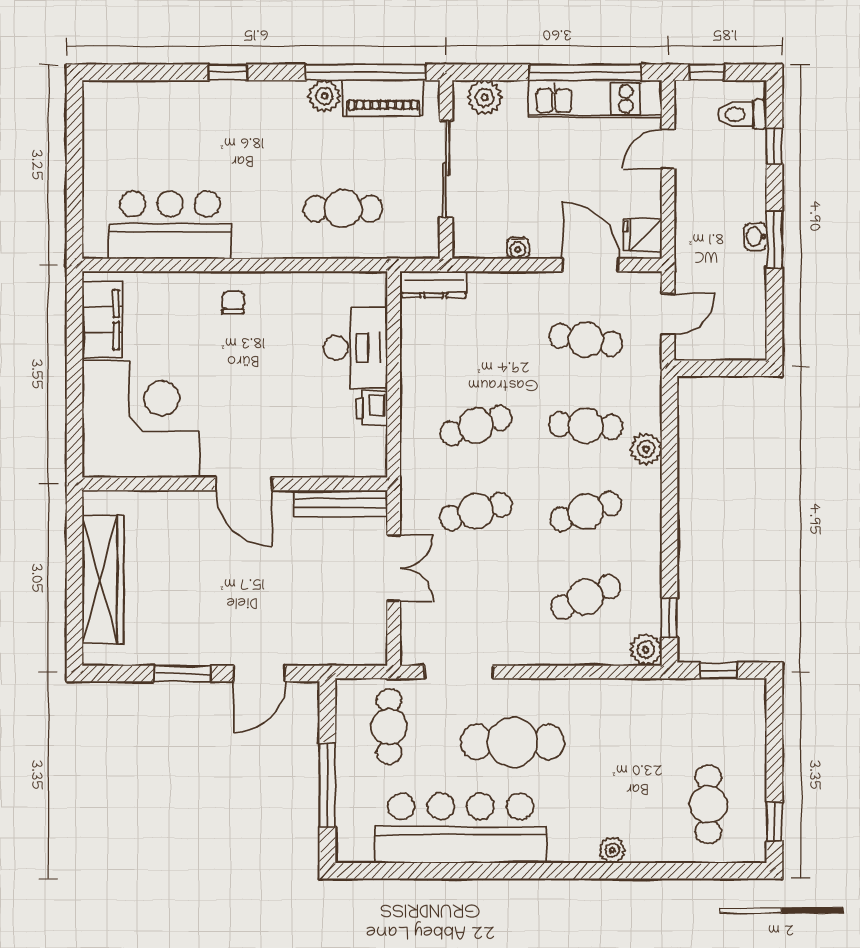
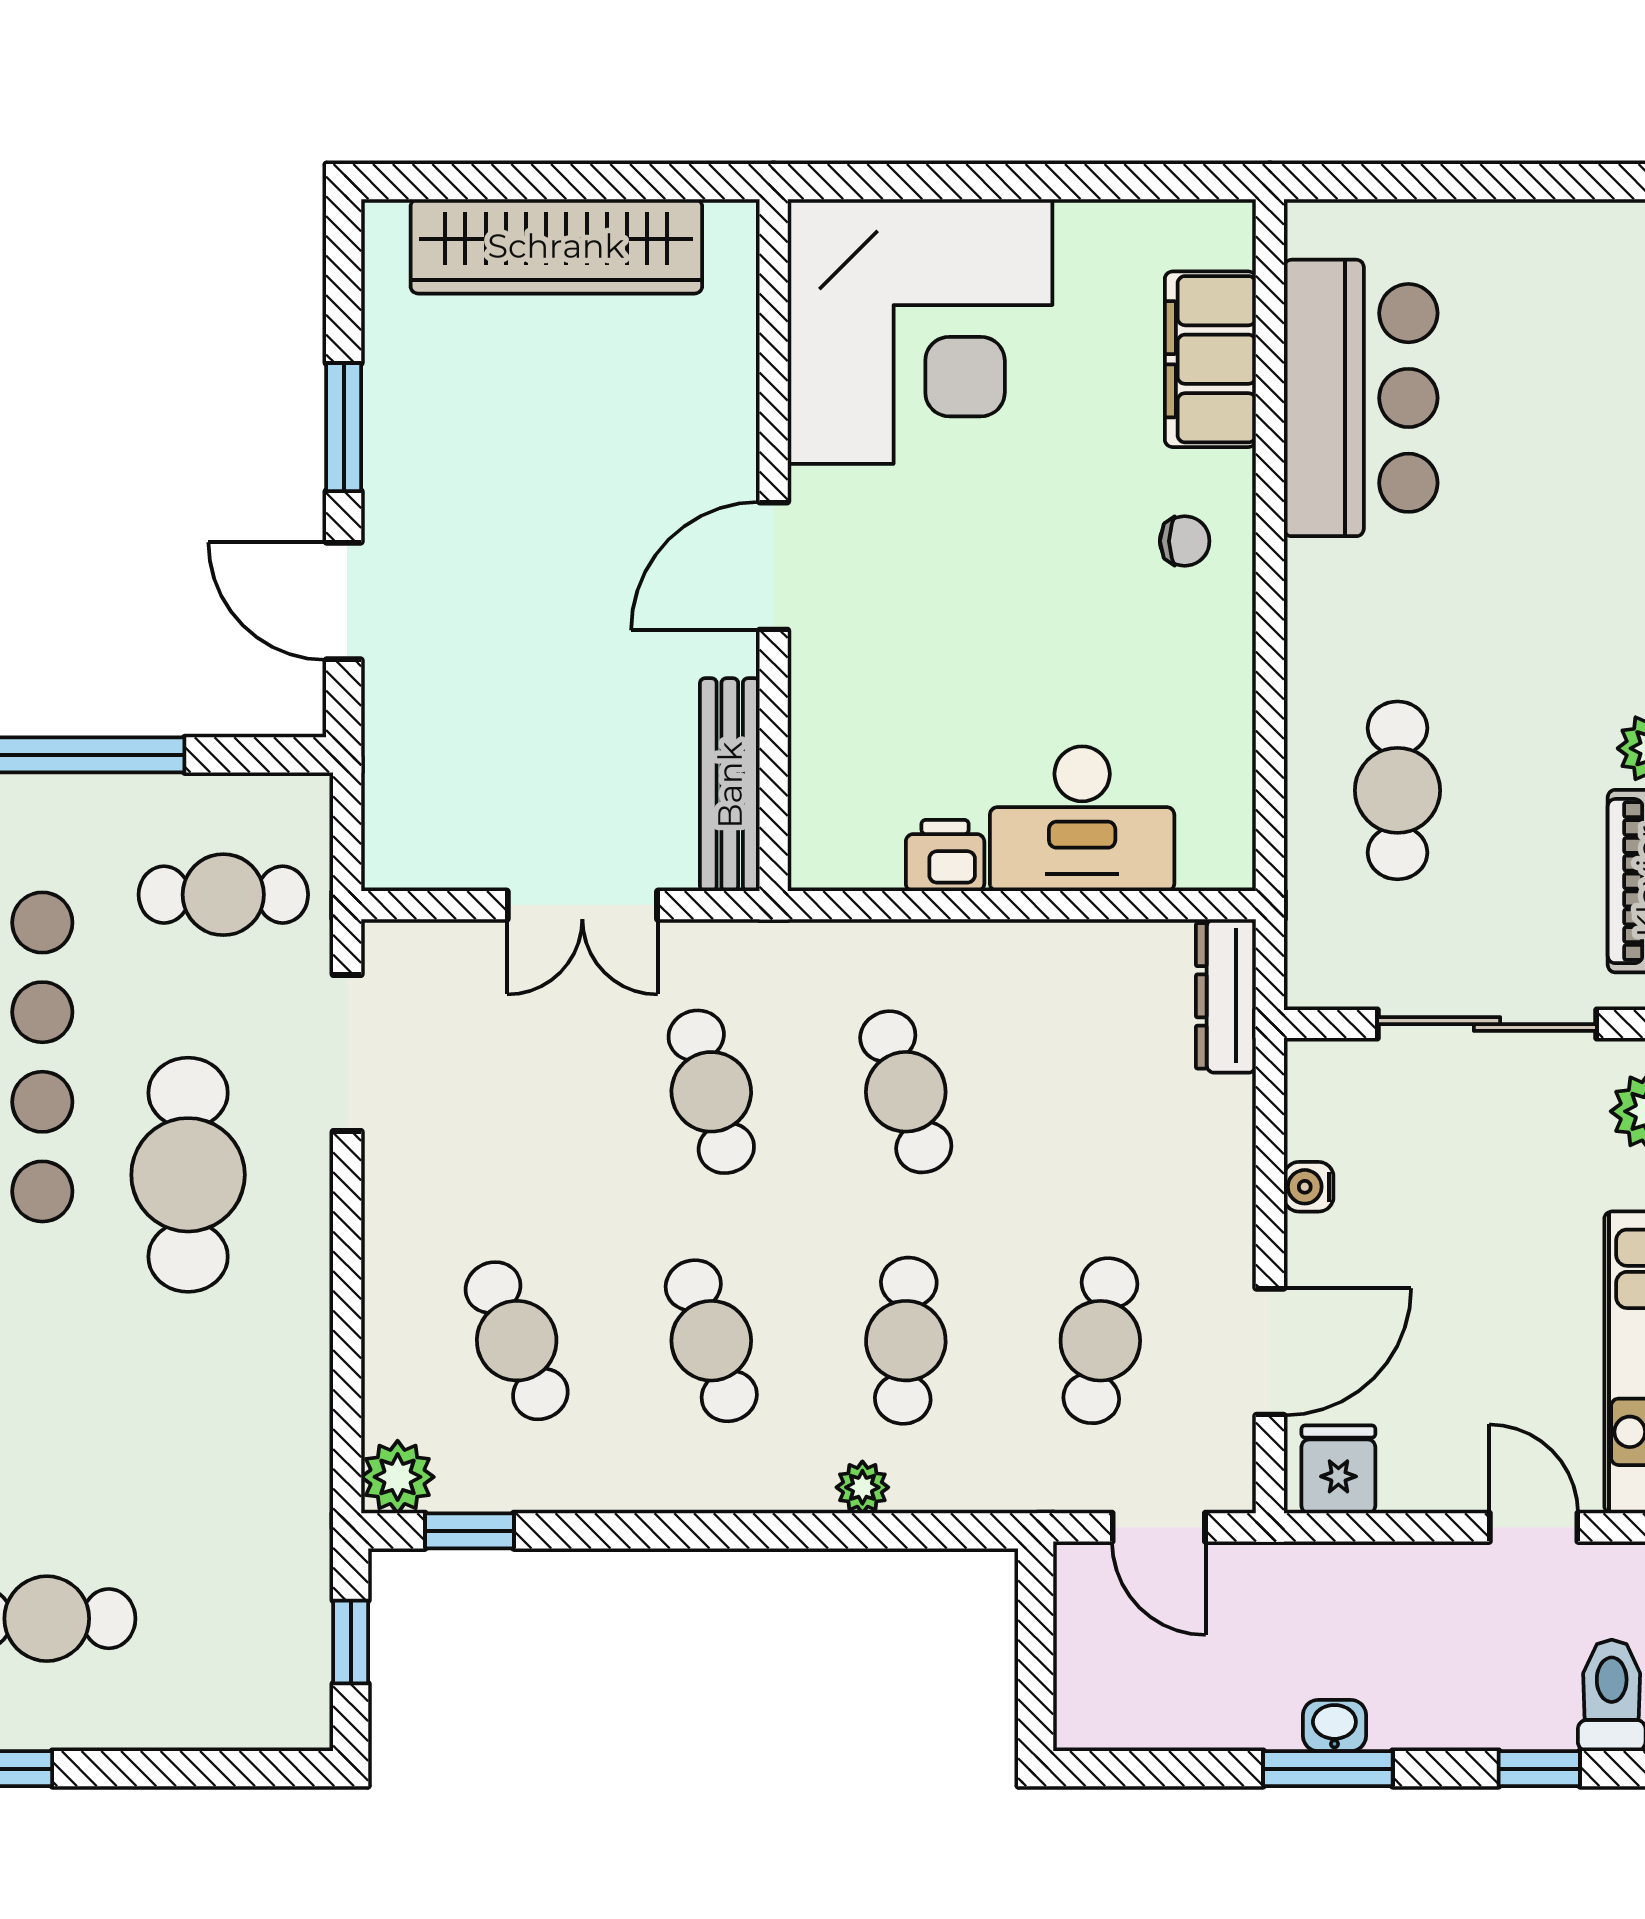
filing cabinet: (102, 320) -> (1210, 359), moved, turned 90
plant: (646, 449) -> (862, 1487), width x0.73, depth x0.73

